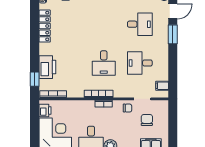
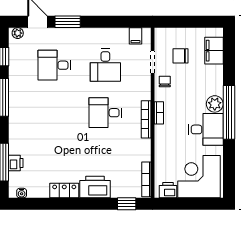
desk: (140, 24) -> (54, 65), turned -90
locker: (45, 26) -> (64, 191), width x0.66
desk: (104, 63) -> (105, 113), turned 180
printer: (47, 67) -> (95, 187), moved

